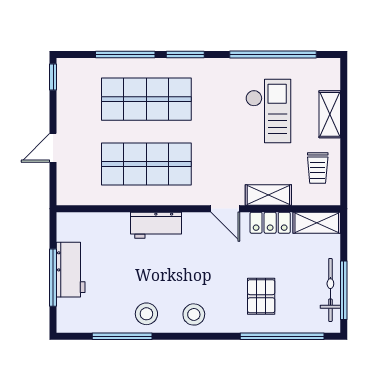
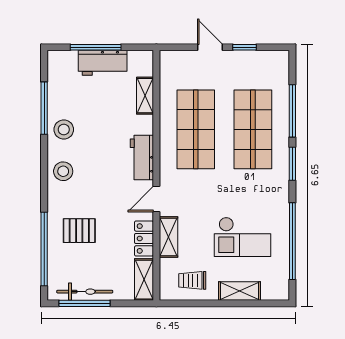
window: (53, 77) -> (244, 47), moved
shelving: (108, 222) -> (145, 96), added
workbench: (156, 225) -> (142, 158), moved

